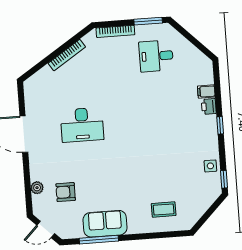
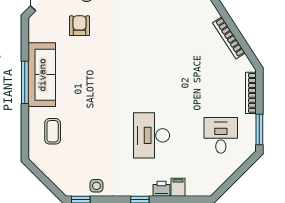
desk: (82, 125) -> (152, 135), moved
sofa: (105, 224) -> (42, 75), width x1.36
window: (99, 240) -> (25, 82), moved

